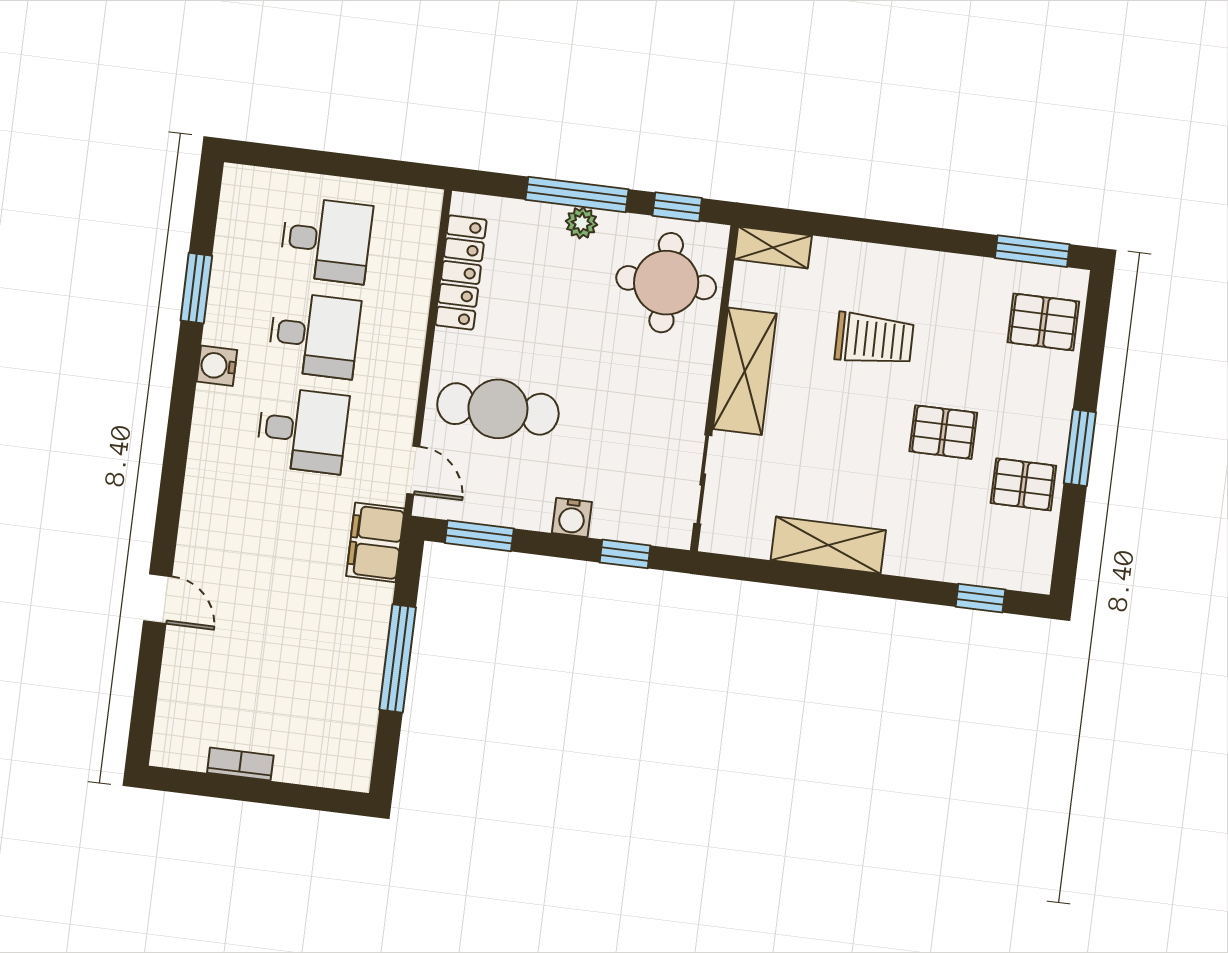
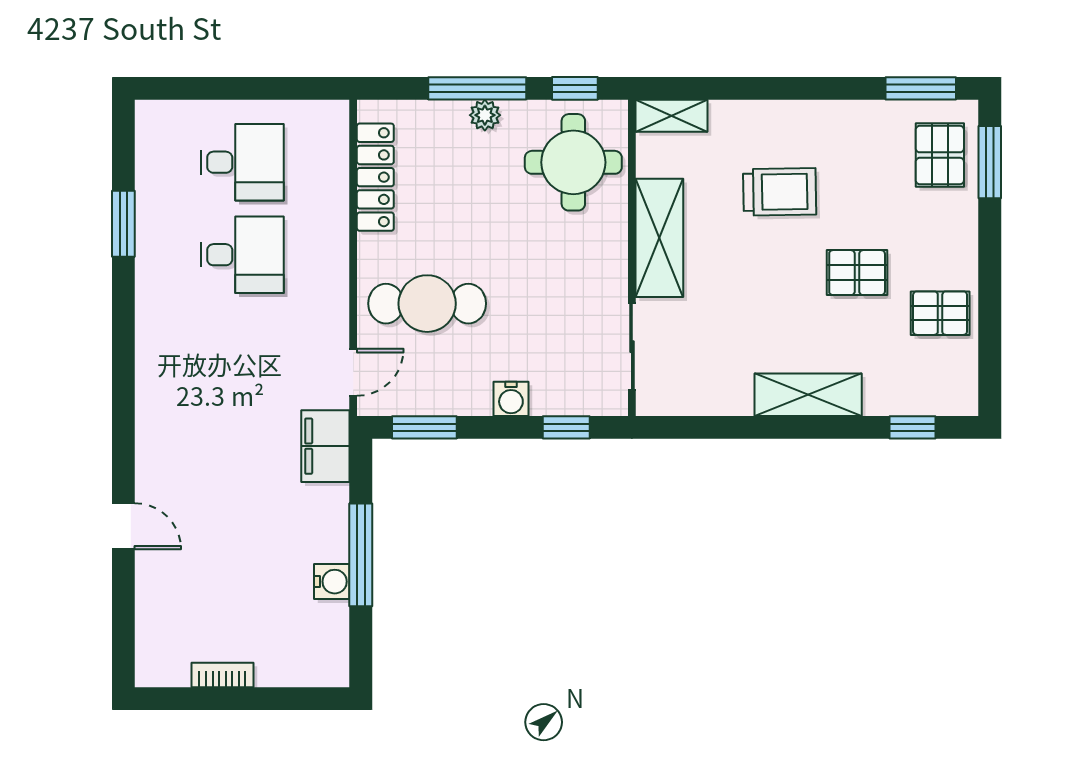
pallet: (1043, 322) -> (940, 155), turned 90
water cooler: (217, 366) -> (332, 582), moved, turned 180
desk: (302, 430) -> (242, 347), removed
window: (1080, 448) -> (990, 162), moved
door: (413, 470) -> (353, 372), hinge flipped
shelving: (828, 545) -> (808, 395), moved

